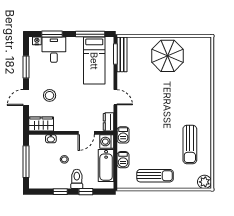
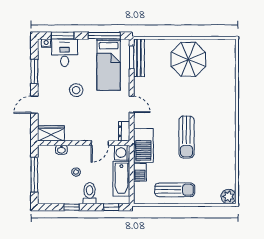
stool: (50, 95) -> (76, 90), moved
barbecue: (123, 135) -> (143, 145), width x1.88, depth x1.53
sun lounger: (190, 145) -> (187, 137), moved
window: (86, 192) -> (111, 207), moved

